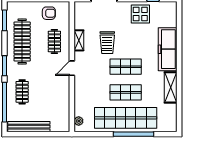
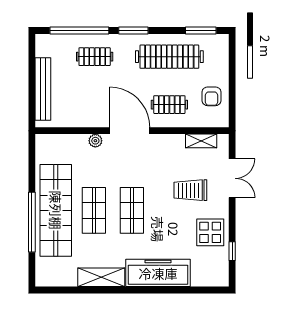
shelving: (79, 40) -> (201, 141), moved
trolley: (107, 43) -> (190, 190), moved
door: (72, 68) -> (130, 131), width x1.88
plant: (79, 121) -> (95, 141), moved
bench: (29, 127) -> (43, 89), moved

